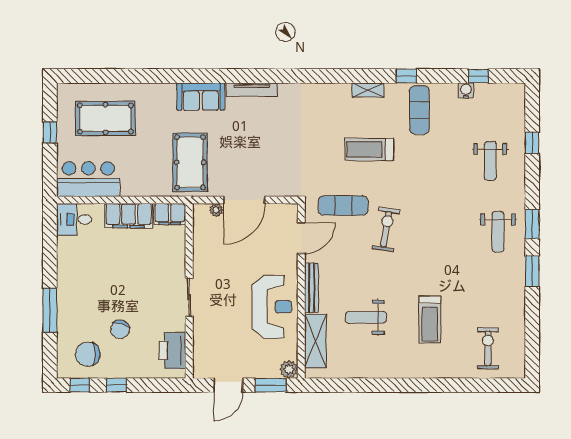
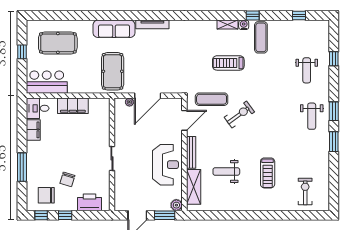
water cooler: (466, 90) -> (244, 25), moved
sofa: (201, 97) -> (114, 29), width x1.36
filing cabinet: (170, 214) -> (33, 130), moved, turned -90
exercise bike: (386, 229) -> (239, 115), turned 45
printer: (173, 350) -> (89, 202), moved, turned 90

